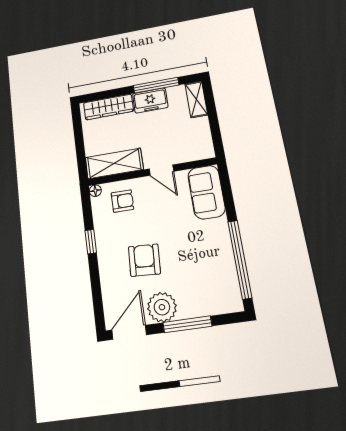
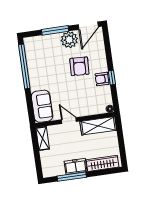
shelving: (196, 99) -> (43, 138), moved
armchair: (122, 201) -> (102, 79), moved

